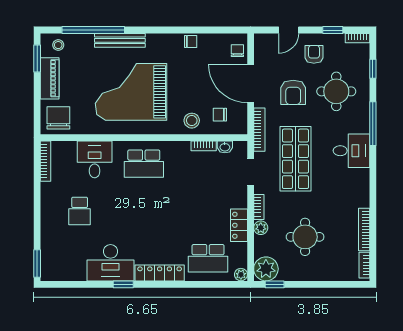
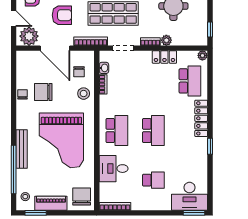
chair: (237, 51) -> (43, 92), moved, width x1.87, depth x1.87
door: (251, 84) -> (55, 48), hinge flipped
chair: (58, 118) -> (82, 197), turned 90
school desk: (144, 211) -> (153, 131), added
desk: (110, 263) -> (190, 196), moved, turned 90
plant: (266, 269) -> (29, 36), moved

